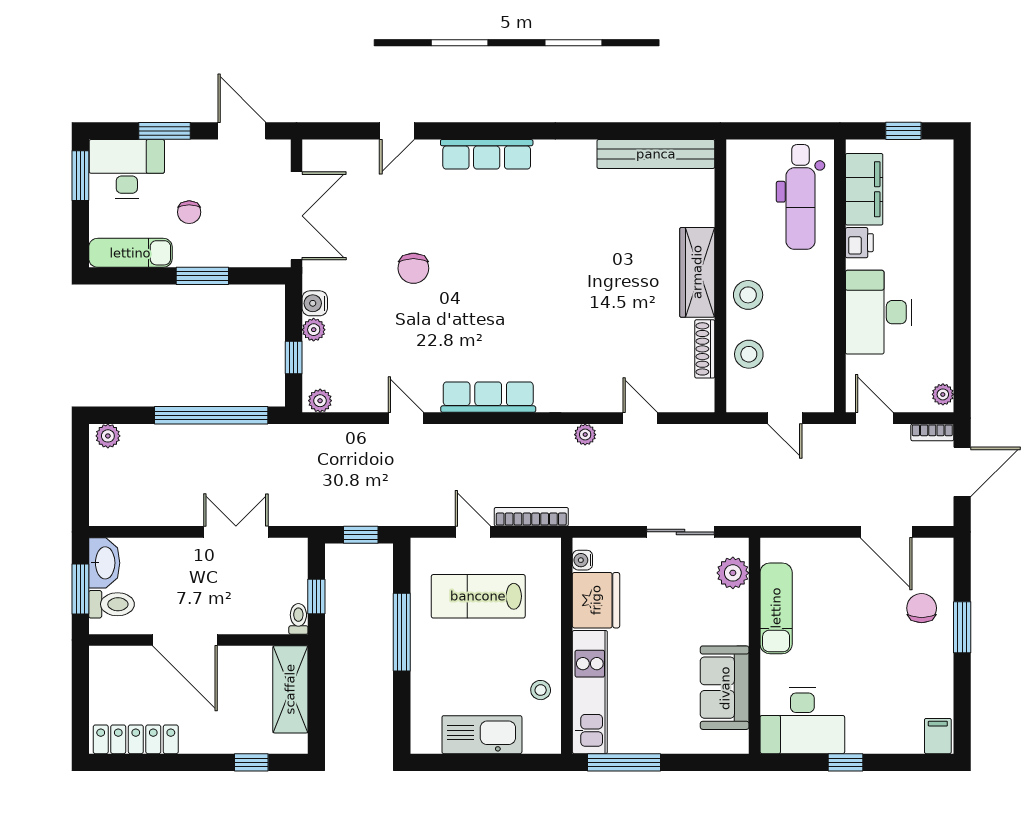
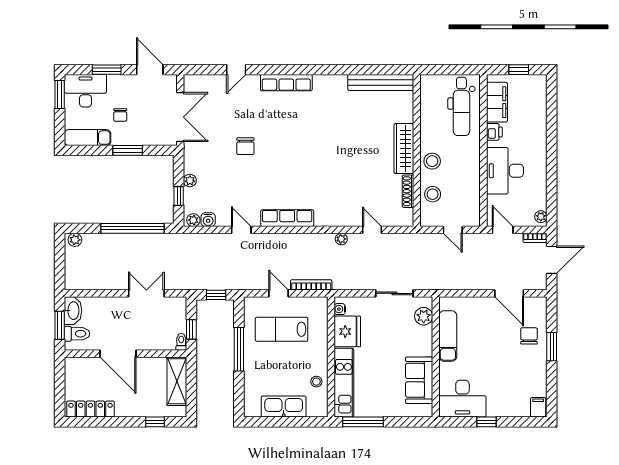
water cooler: (315, 303) -> (208, 220), moved, turned -90

